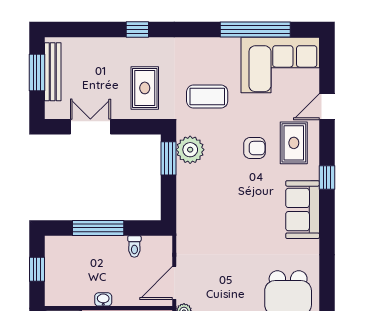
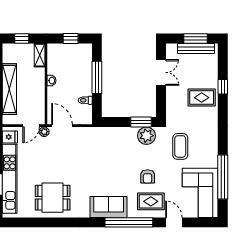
window: (137, 30) -> (223, 87), moved
rug: (145, 88) -> (202, 98), moved
window: (327, 178) -> (129, 222), width x3.17

